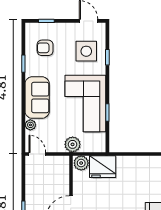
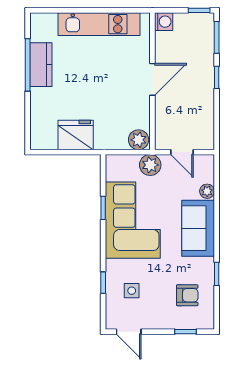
side table: (86, 51) -> (132, 291), width x0.54, depth x0.54
door: (37, 154) -> (182, 152), moved
fridge: (103, 167) -> (76, 135), moved

